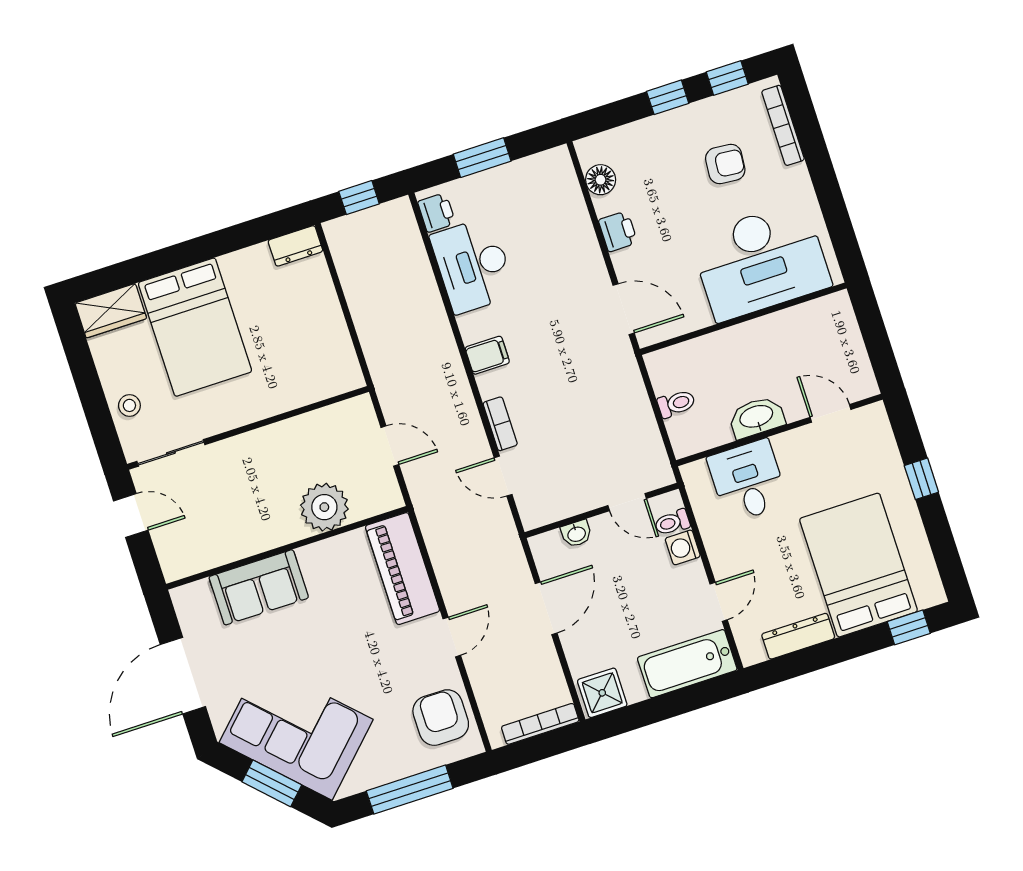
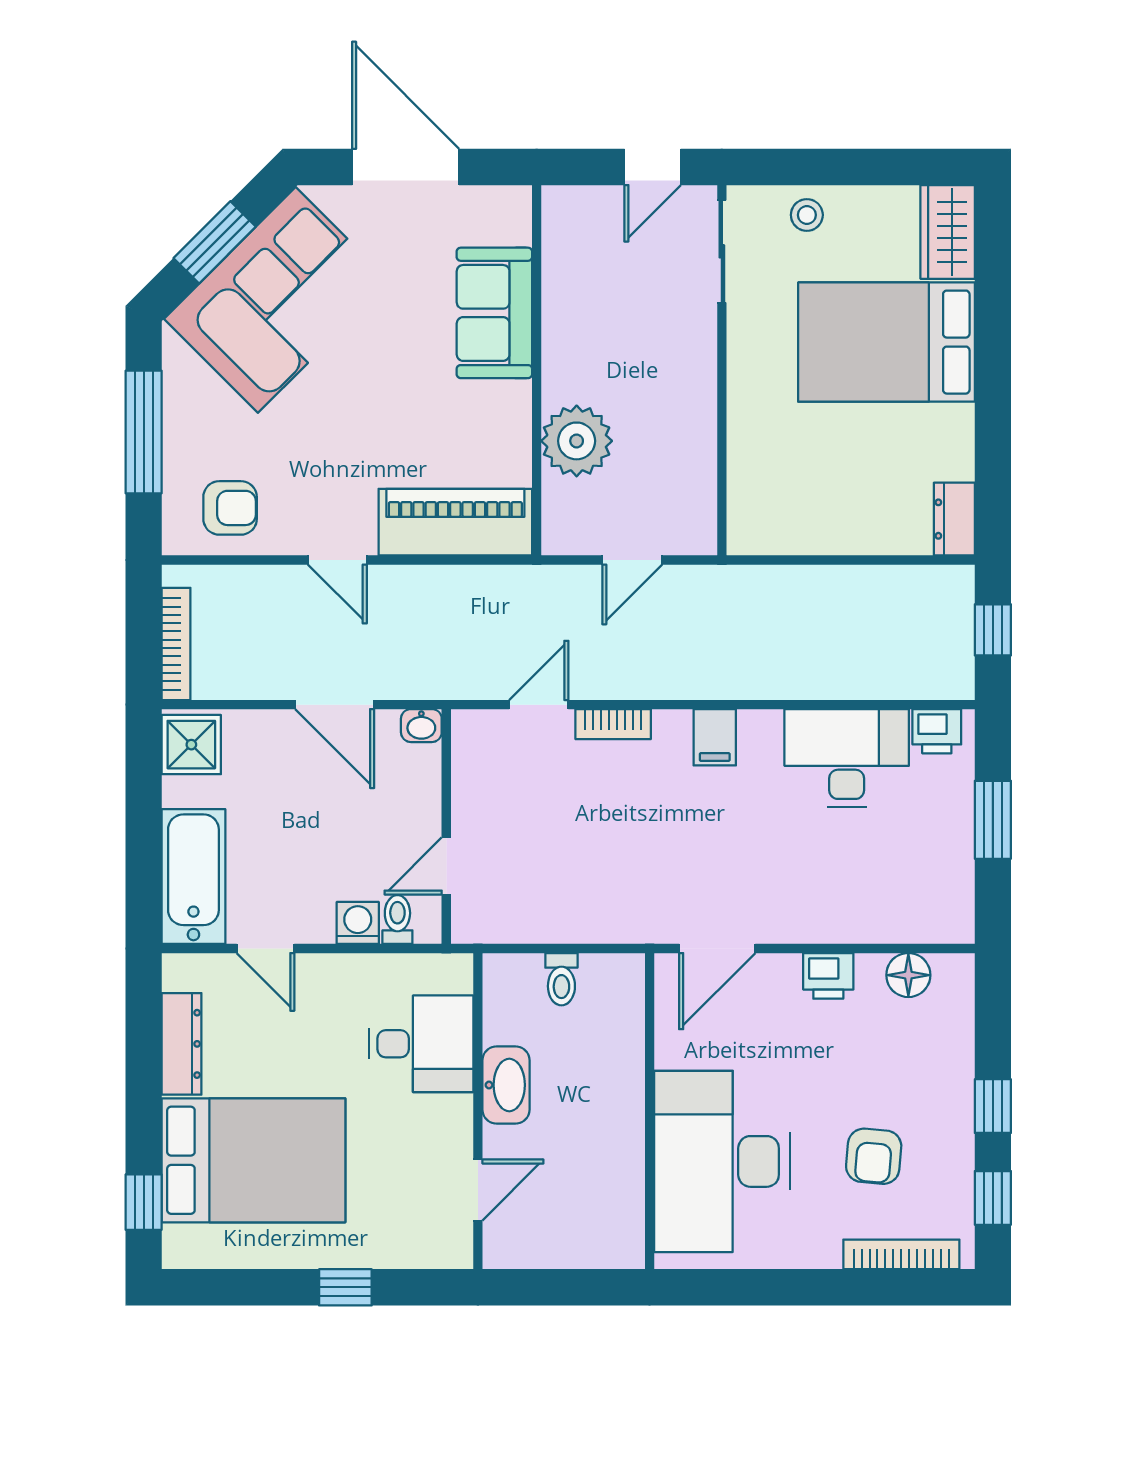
washbasin: (576, 534) -> (421, 726), moved, turned -90
armchair: (441, 718) -> (230, 508), width x0.72, depth x0.72

